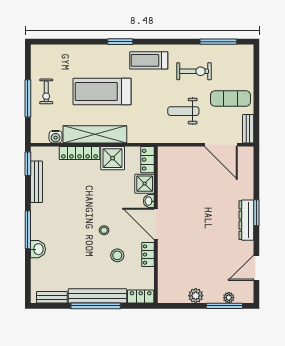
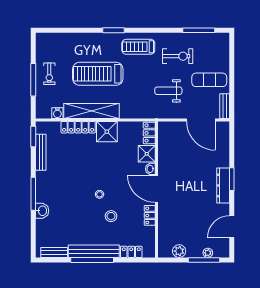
locker: (148, 160) -> (149, 133), moved
shower: (145, 184) -> (147, 154), moved
washbasin: (149, 201) -> (150, 169), moved
door: (156, 224) -> (156, 189), moved
wall: (156, 225) -> (156, 189), moved
locker: (148, 255) -> (150, 215), moved

